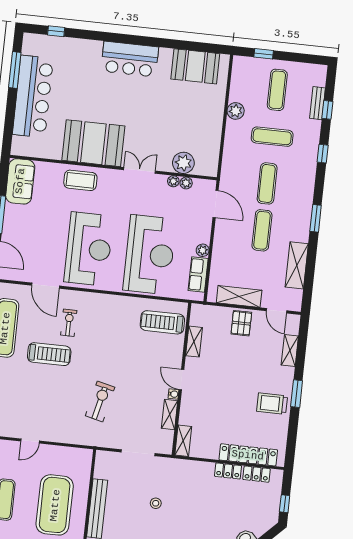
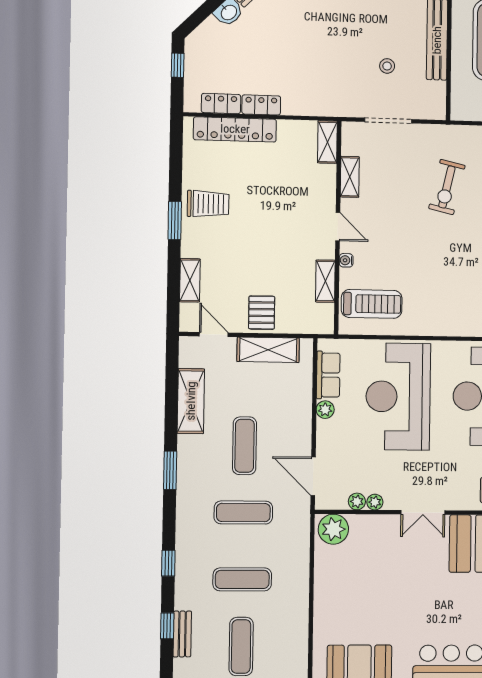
plant: (236, 111) -> (297, 610), removed
plant: (183, 163) -> (333, 529), moved
exercise mat: (267, 183) -> (243, 512), turned 90
water cooler: (173, 394) -> (346, 260), moved
stool: (156, 503) -> (387, 66), moved

